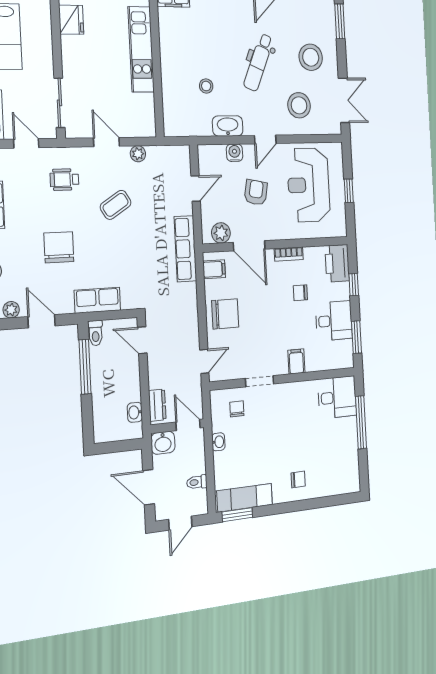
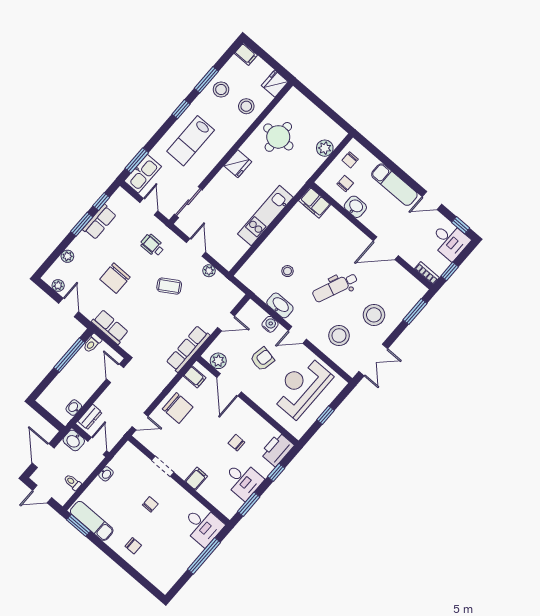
chair: (59, 247) -> (115, 278), turned 180
bookcase: (289, 254) -> (250, 414), removed
chair: (237, 409) -> (150, 504), moved

